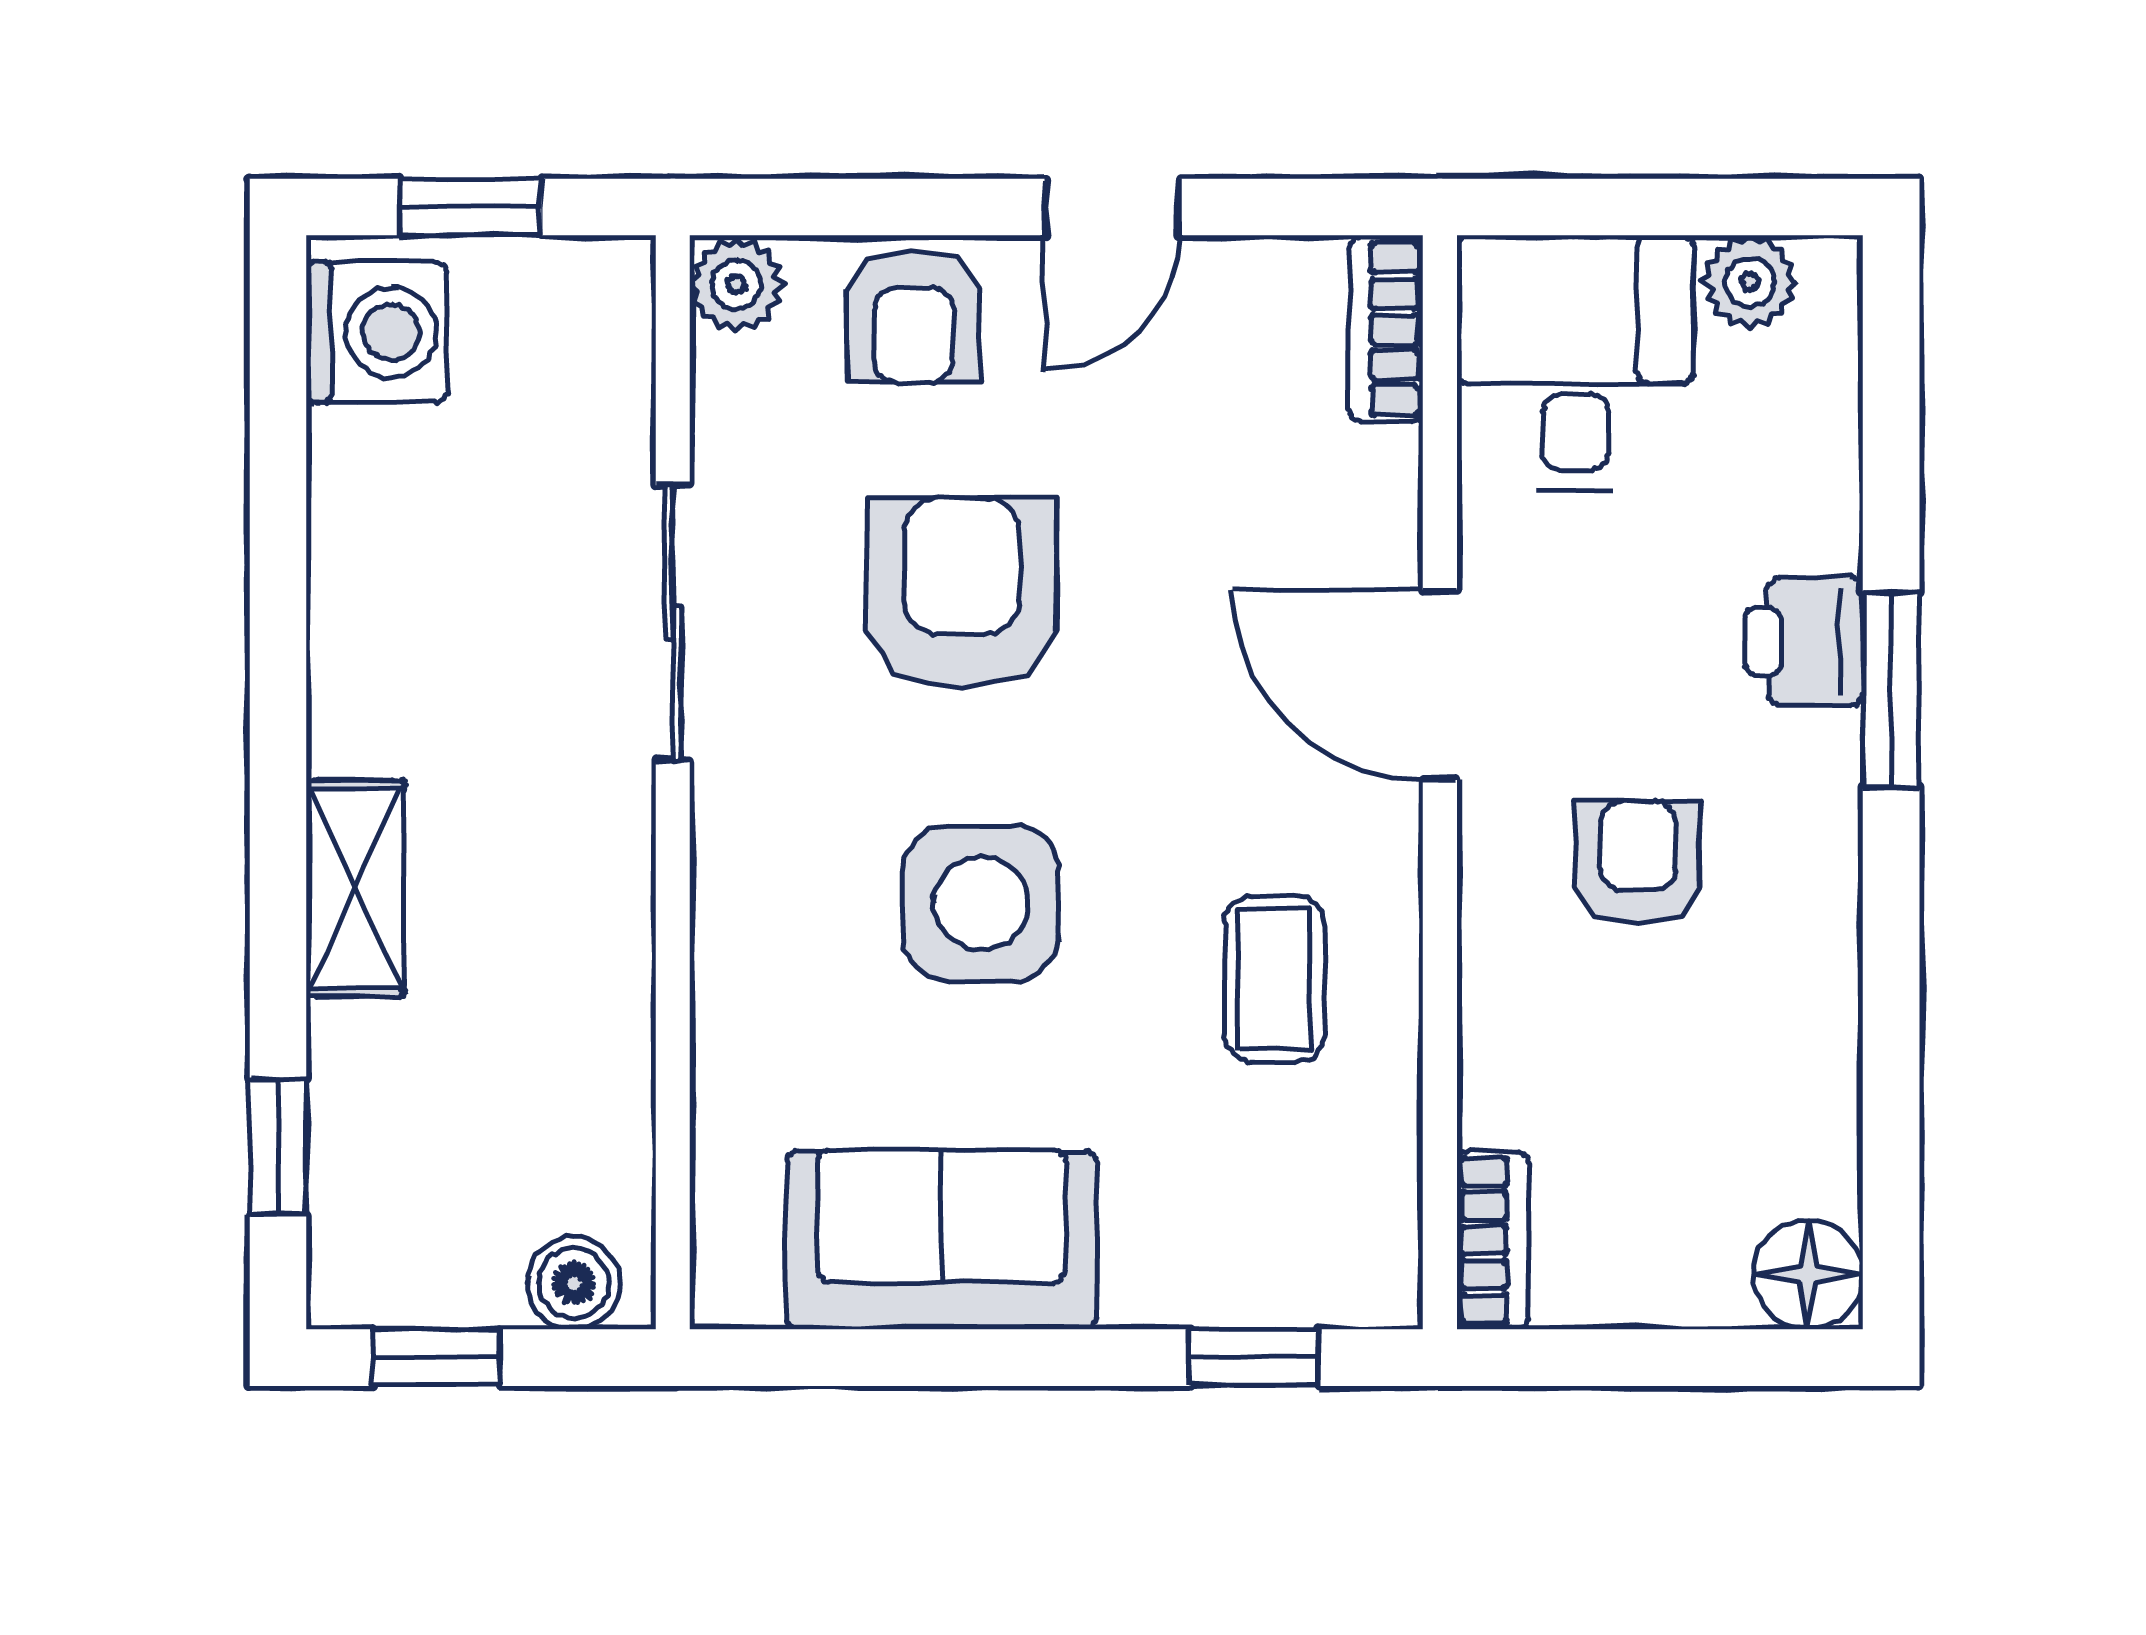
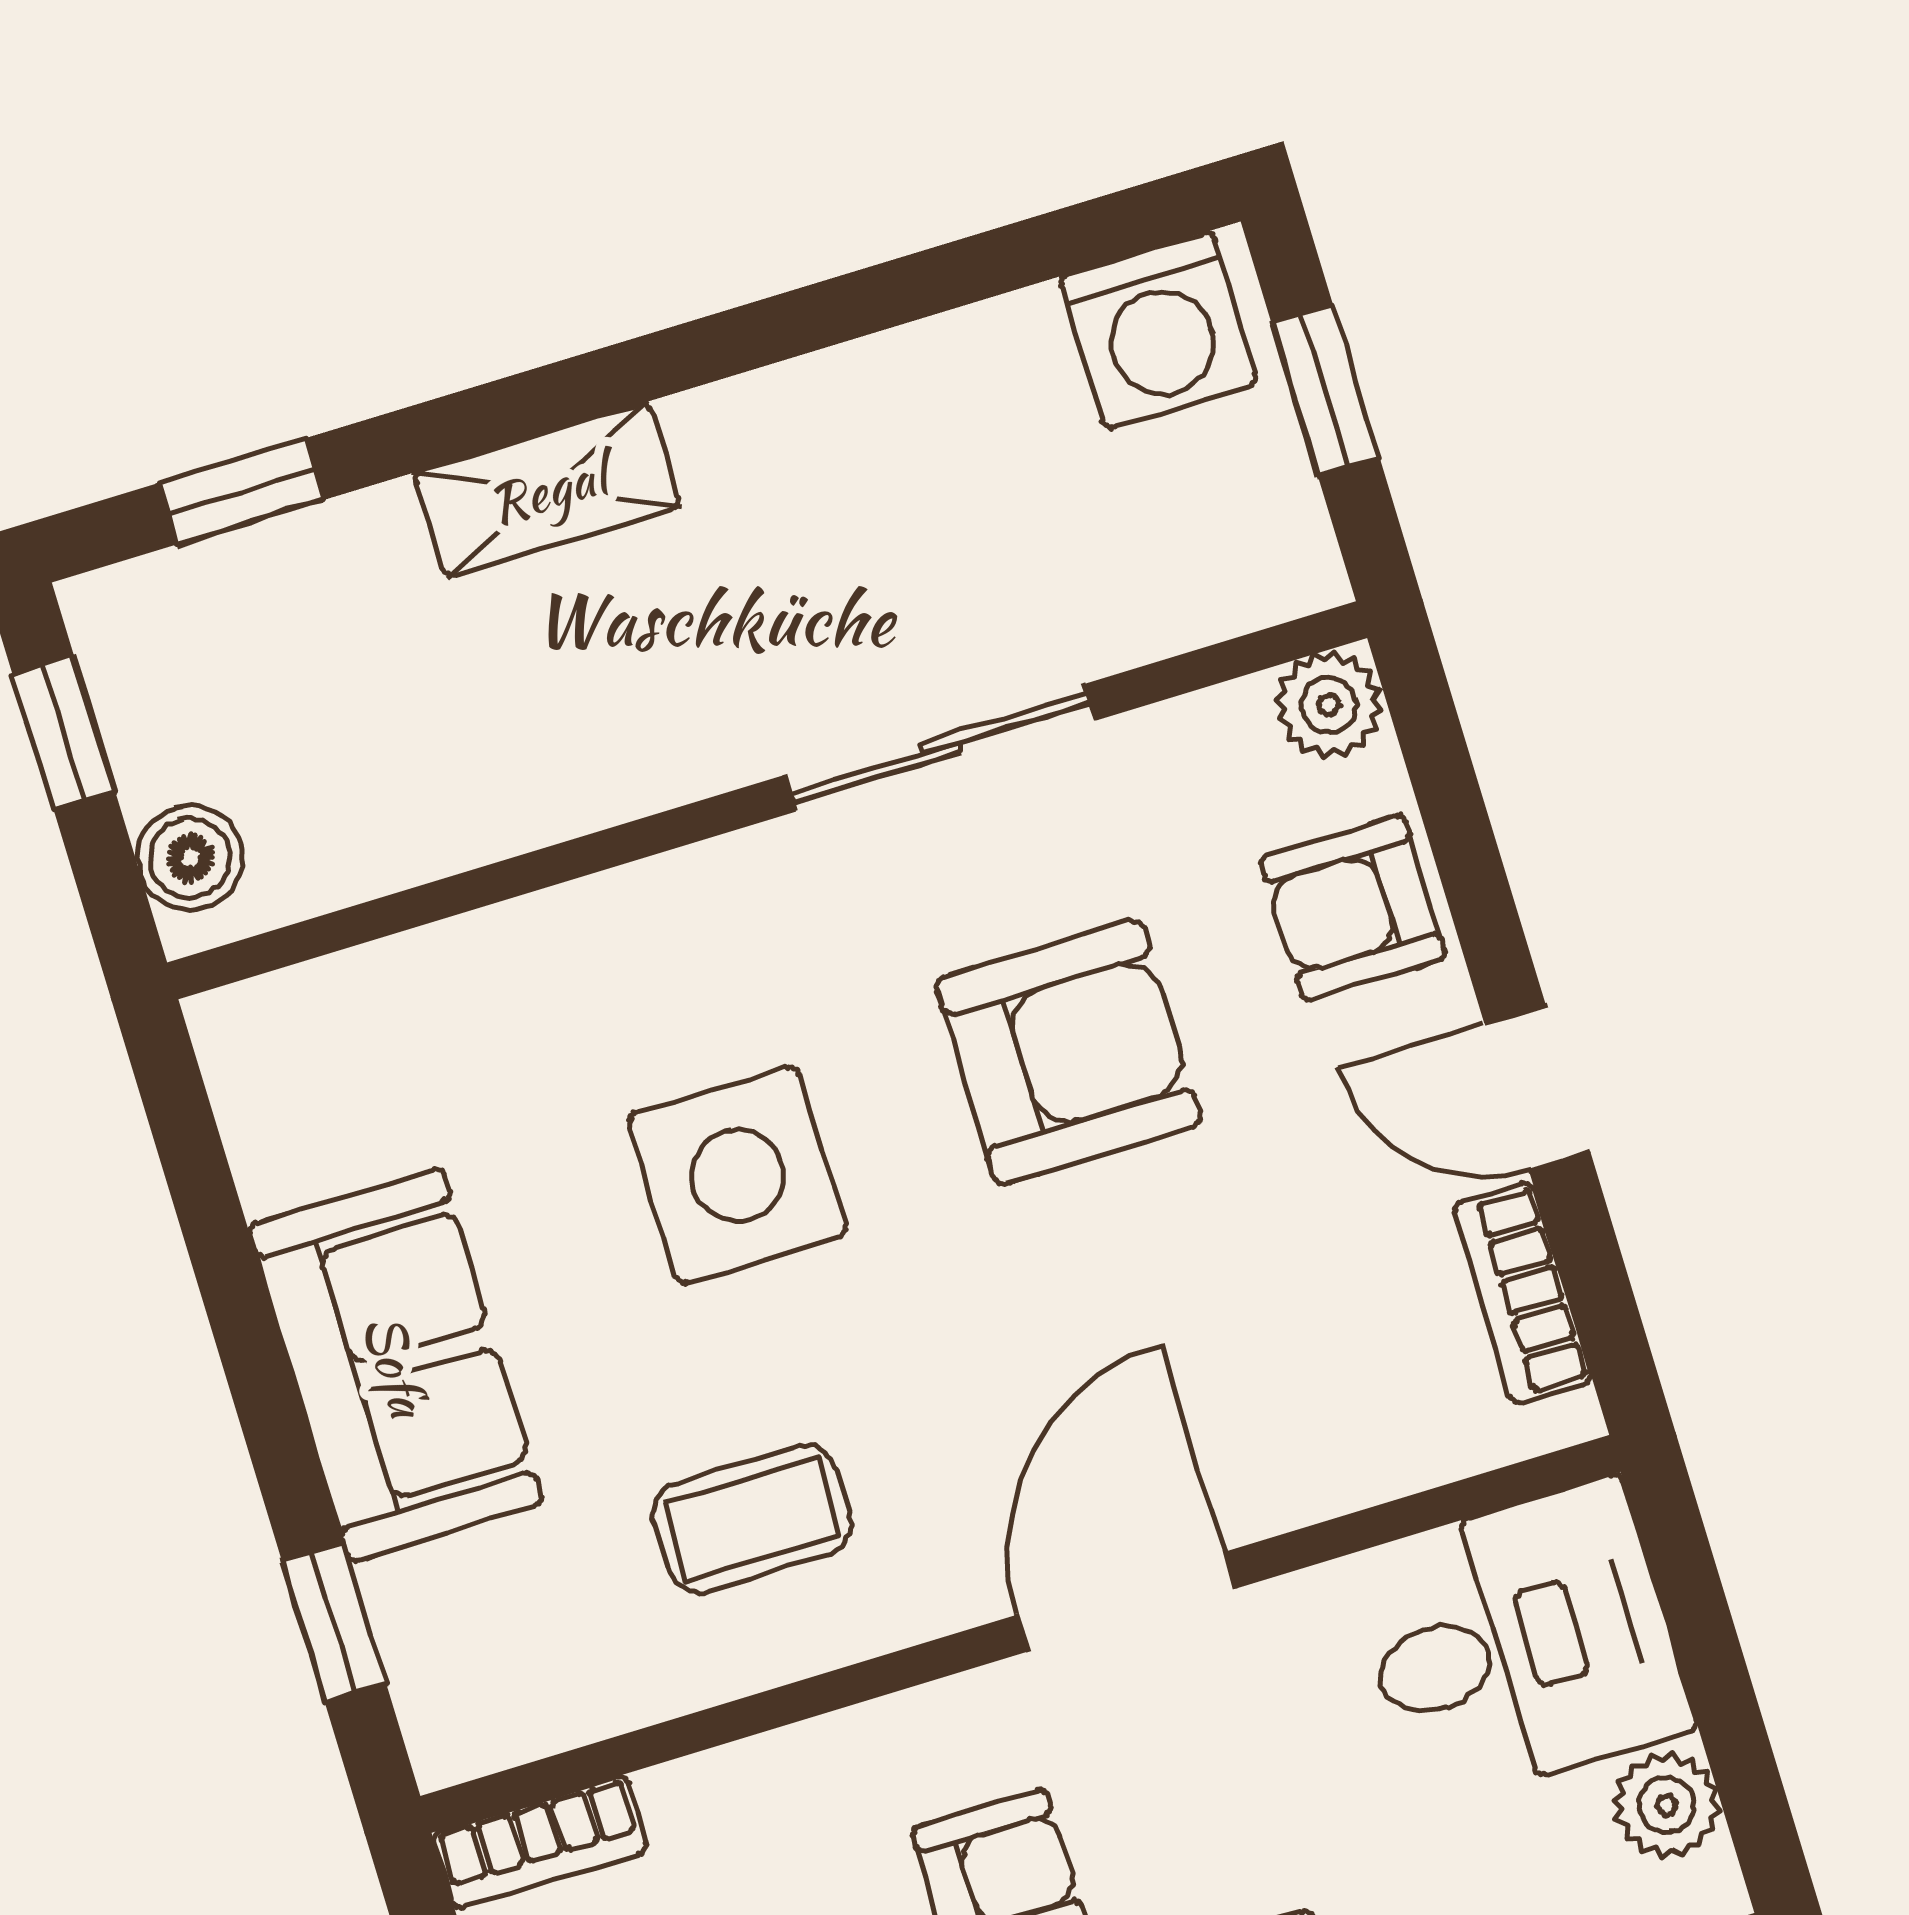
bookcase: (1386, 329) -> (1522, 1293), moved, turned -90
sofa: (942, 1240) -> (396, 1365), moved

